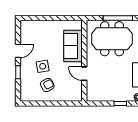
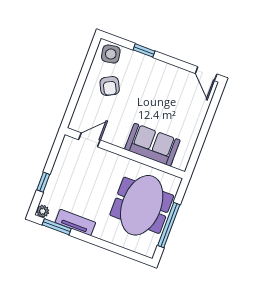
door: (18, 51) -> (206, 74), moved
side table: (43, 66) -> (111, 54), moved
door: (84, 74) -> (89, 140), moved

